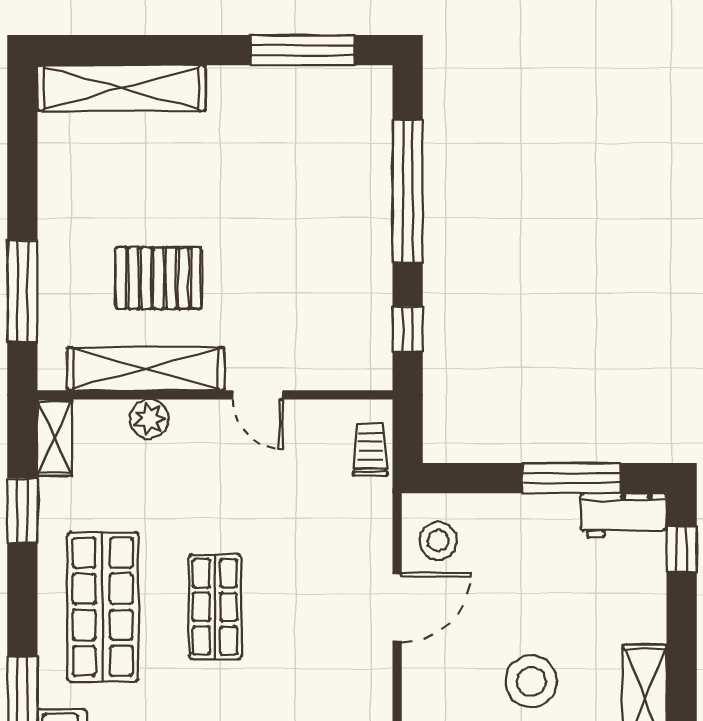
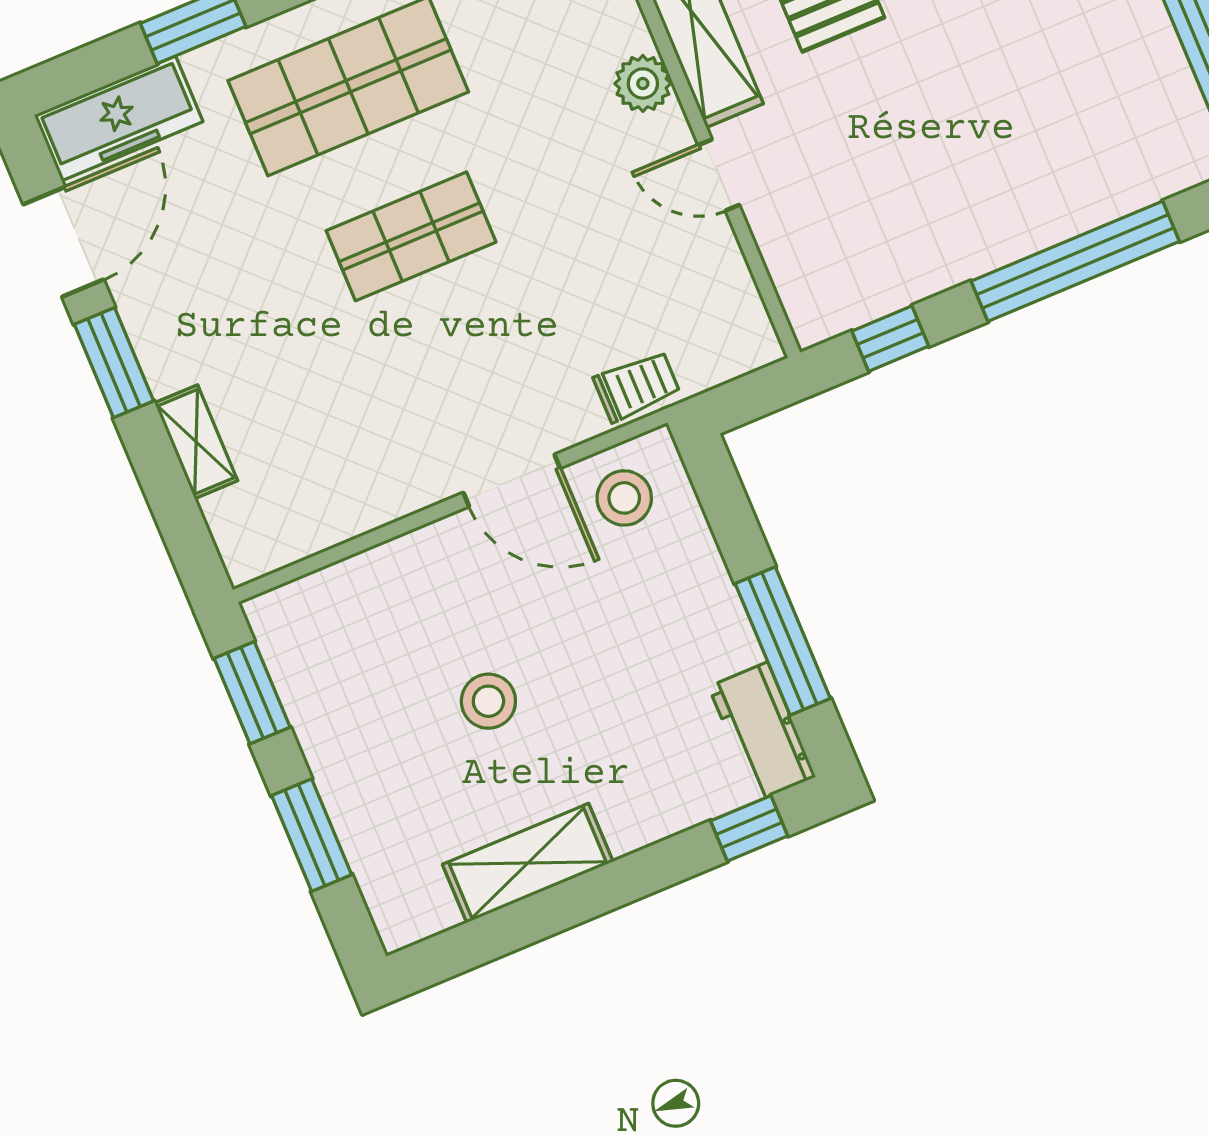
door: (258, 395) -> (719, 175), hinge flipped
plant: (149, 419) -> (643, 83), moved
trolley: (370, 450) -> (637, 386), moved
stool: (531, 681) -> (488, 701), width x0.73, depth x0.73

